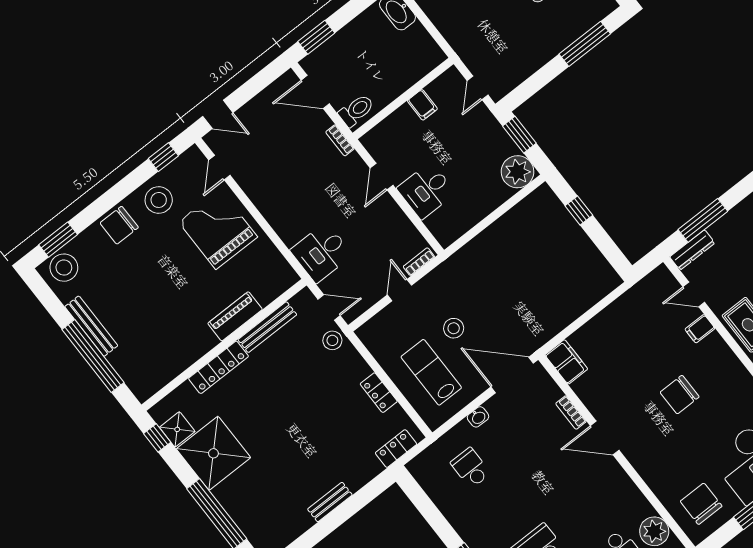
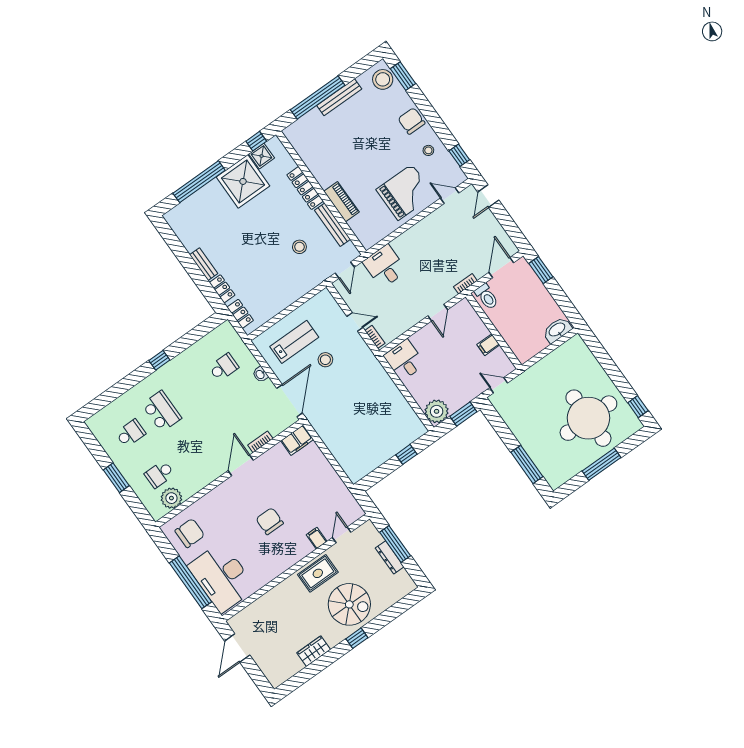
door: (382, 177) -> (438, 313), swing flipped
desk: (426, 191) -> (404, 360), moved
stool: (159, 200) -> (428, 150), width x0.53, depth x0.53
dresser: (692, 250) -> (390, 557), moved
stool: (332, 340) -> (299, 247), moved
locker: (379, 393) -> (222, 289), moved, turned 90

